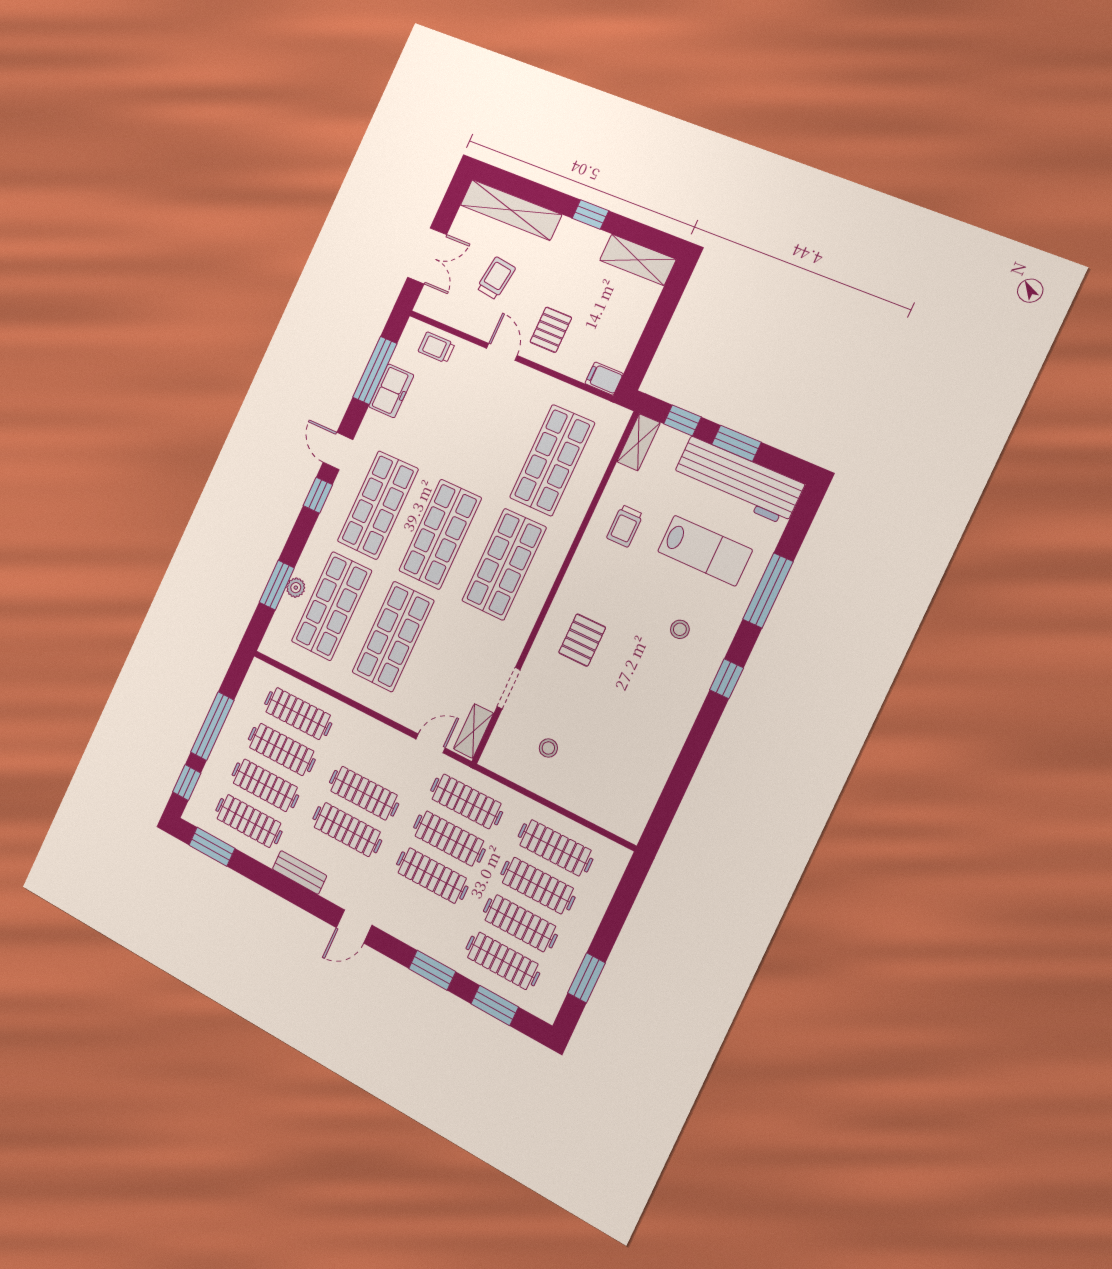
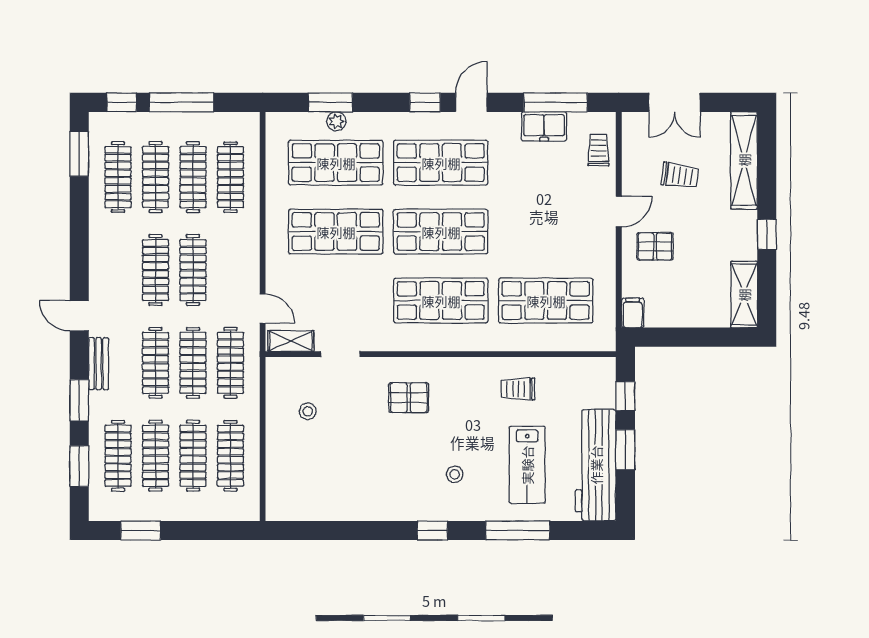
shelving: (639, 442) -> (592, 368), removed
bench: (300, 872) -> (99, 364), moved

